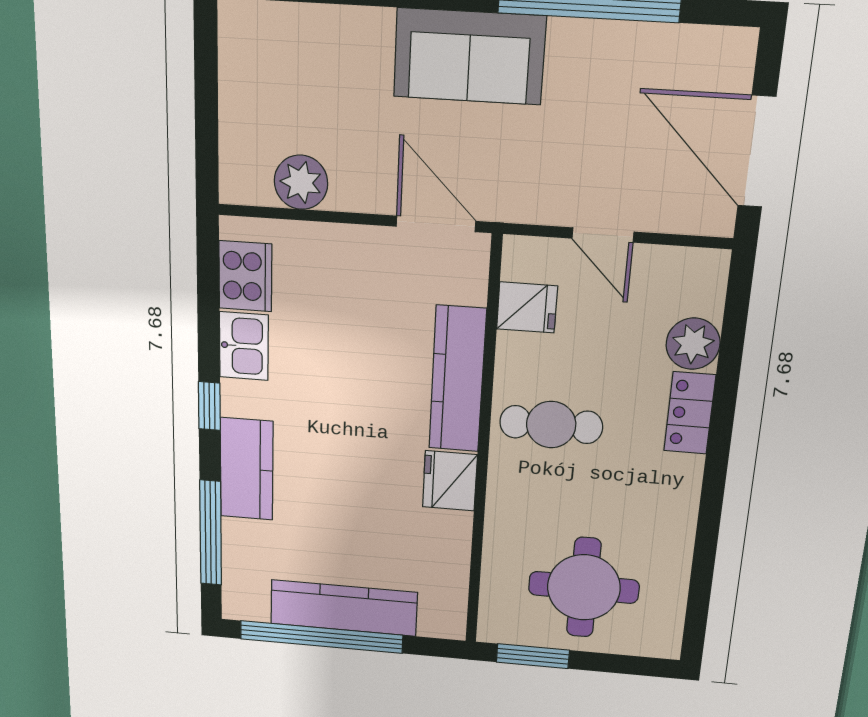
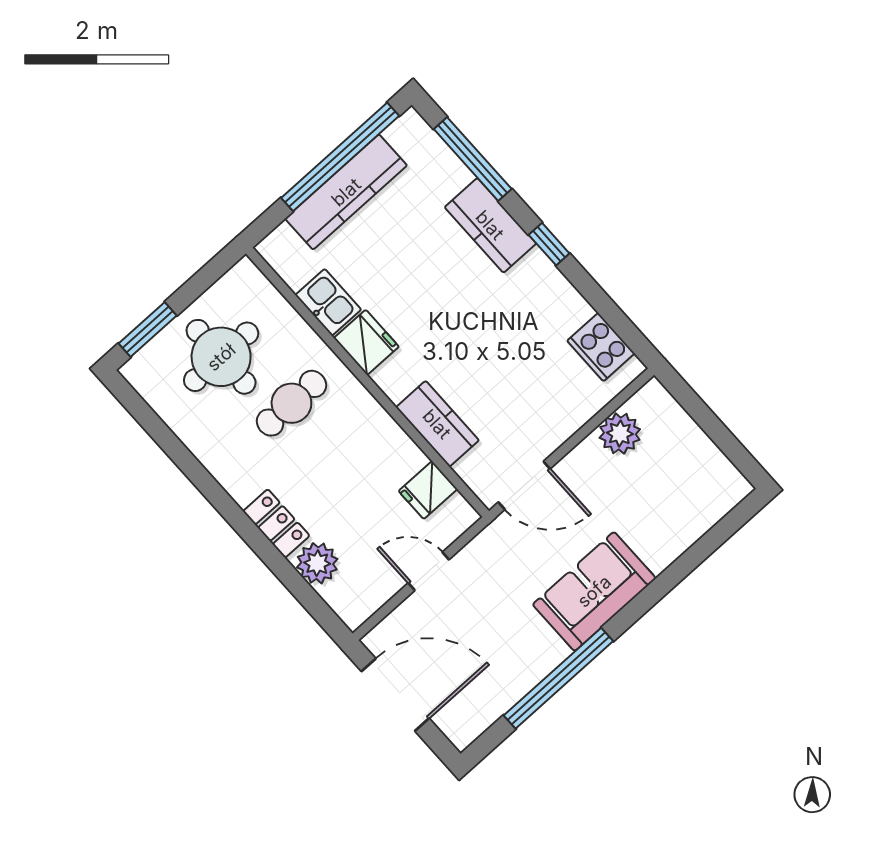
kitchen sink: (244, 346) -> (328, 302), moved, turned 180
kitchen counter: (457, 379) -> (437, 424), width x0.67
cafe table: (551, 425) -> (291, 403), moved
window: (533, 656) -> (148, 329), moved

